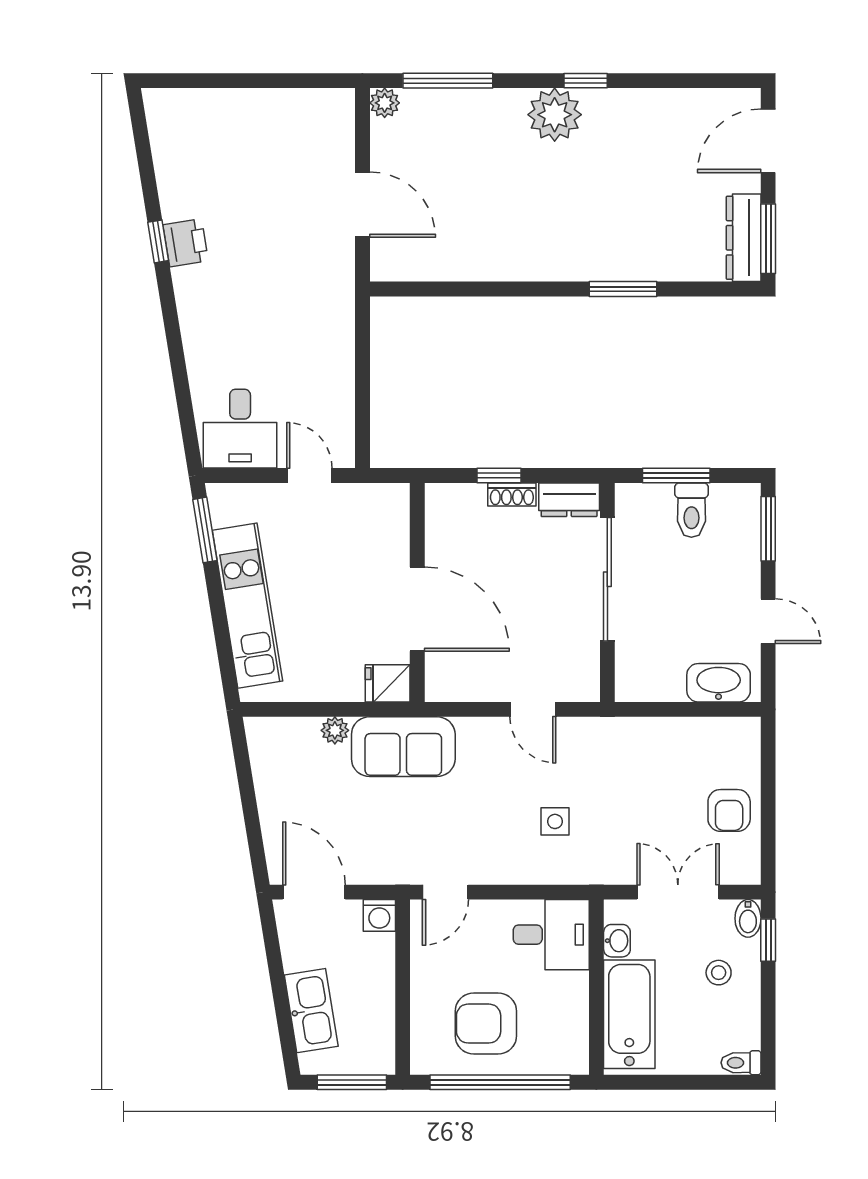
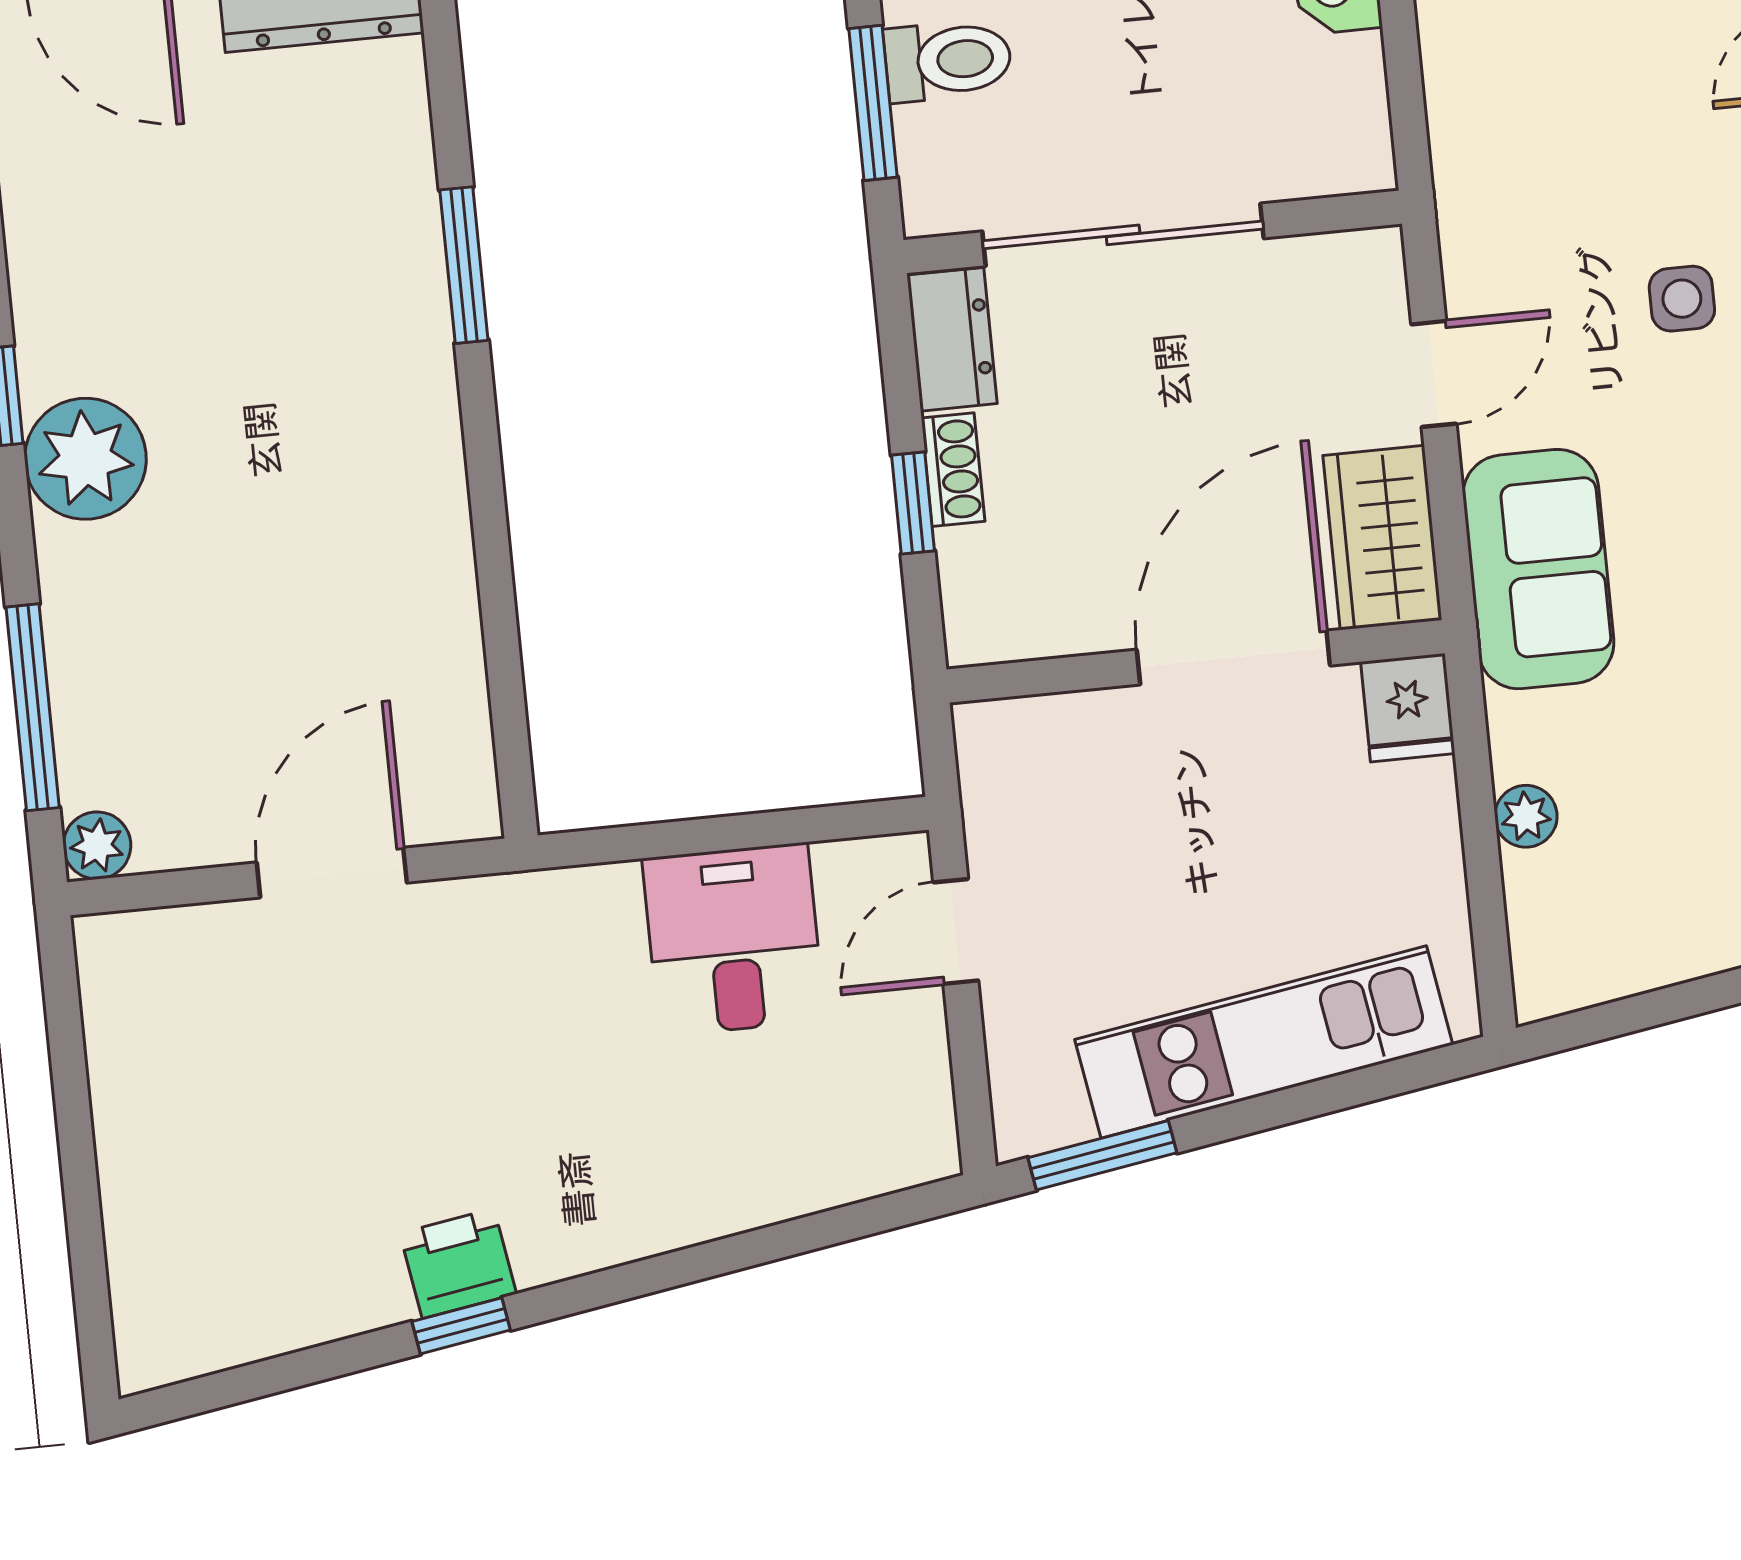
desk: (240, 429) -> (734, 939), moved, turned -90
wardrobe: (463, 680) -> (1382, 538), added
sofa: (403, 747) -> (1538, 569), moved

